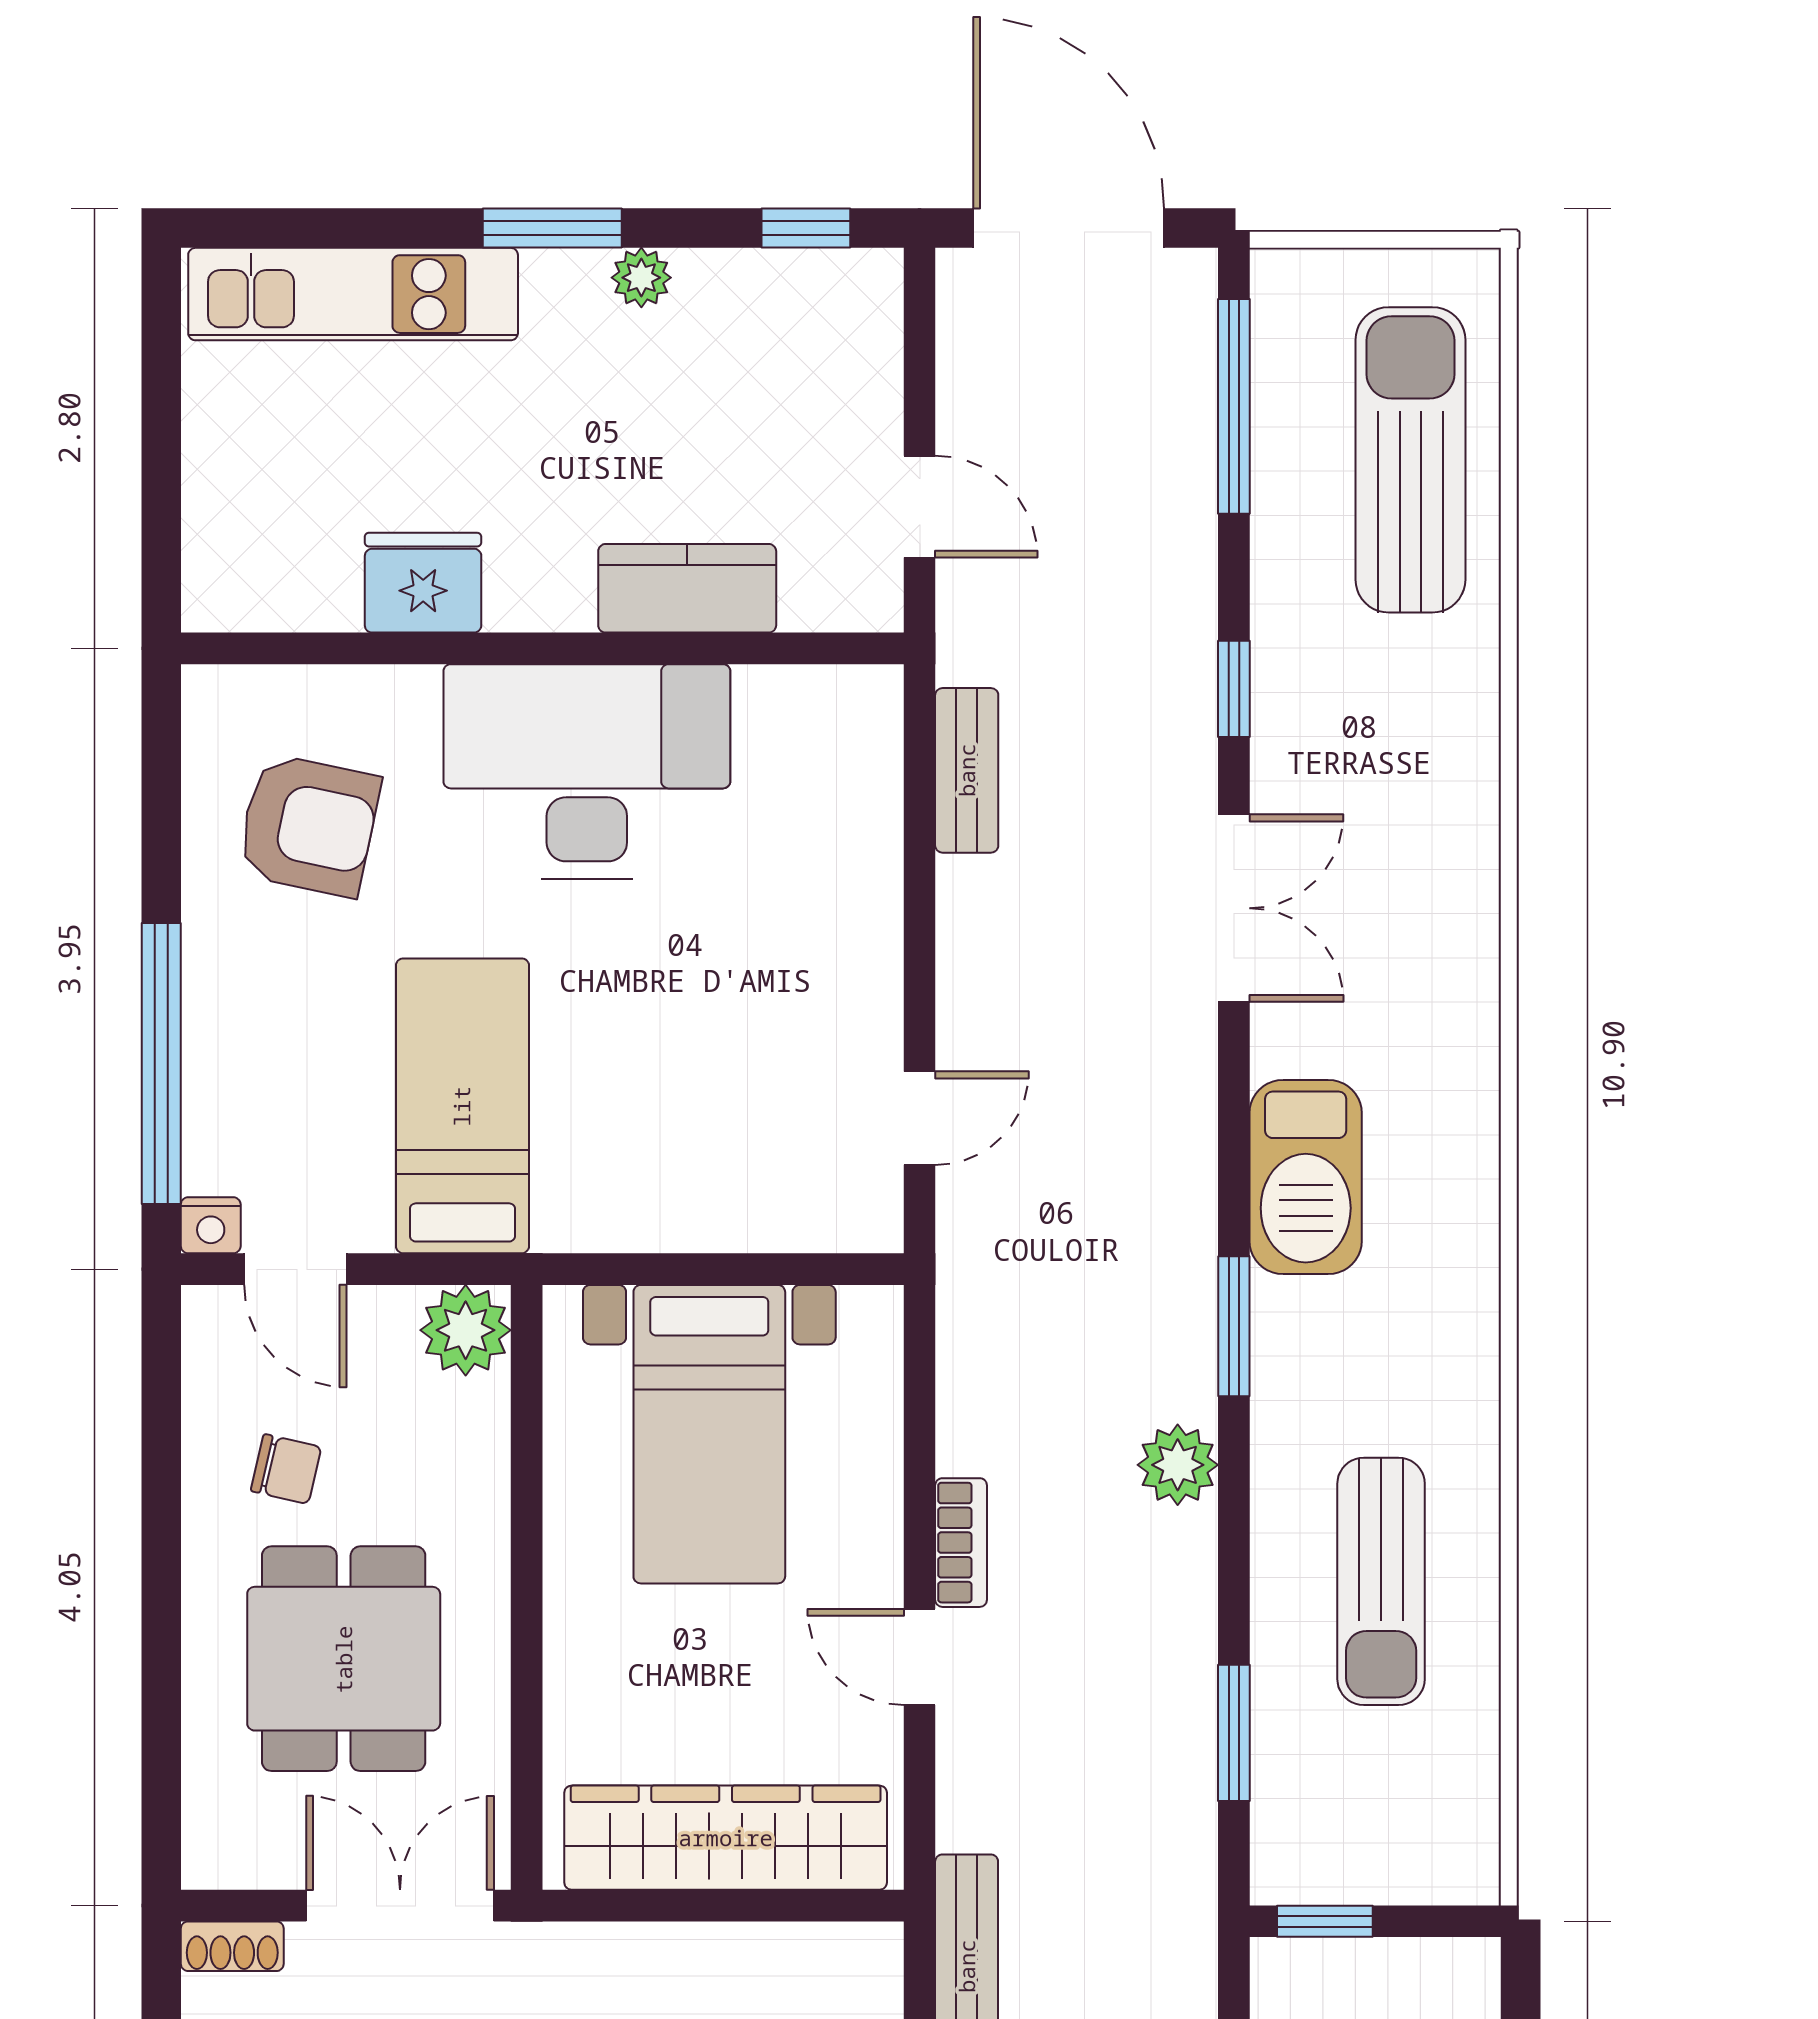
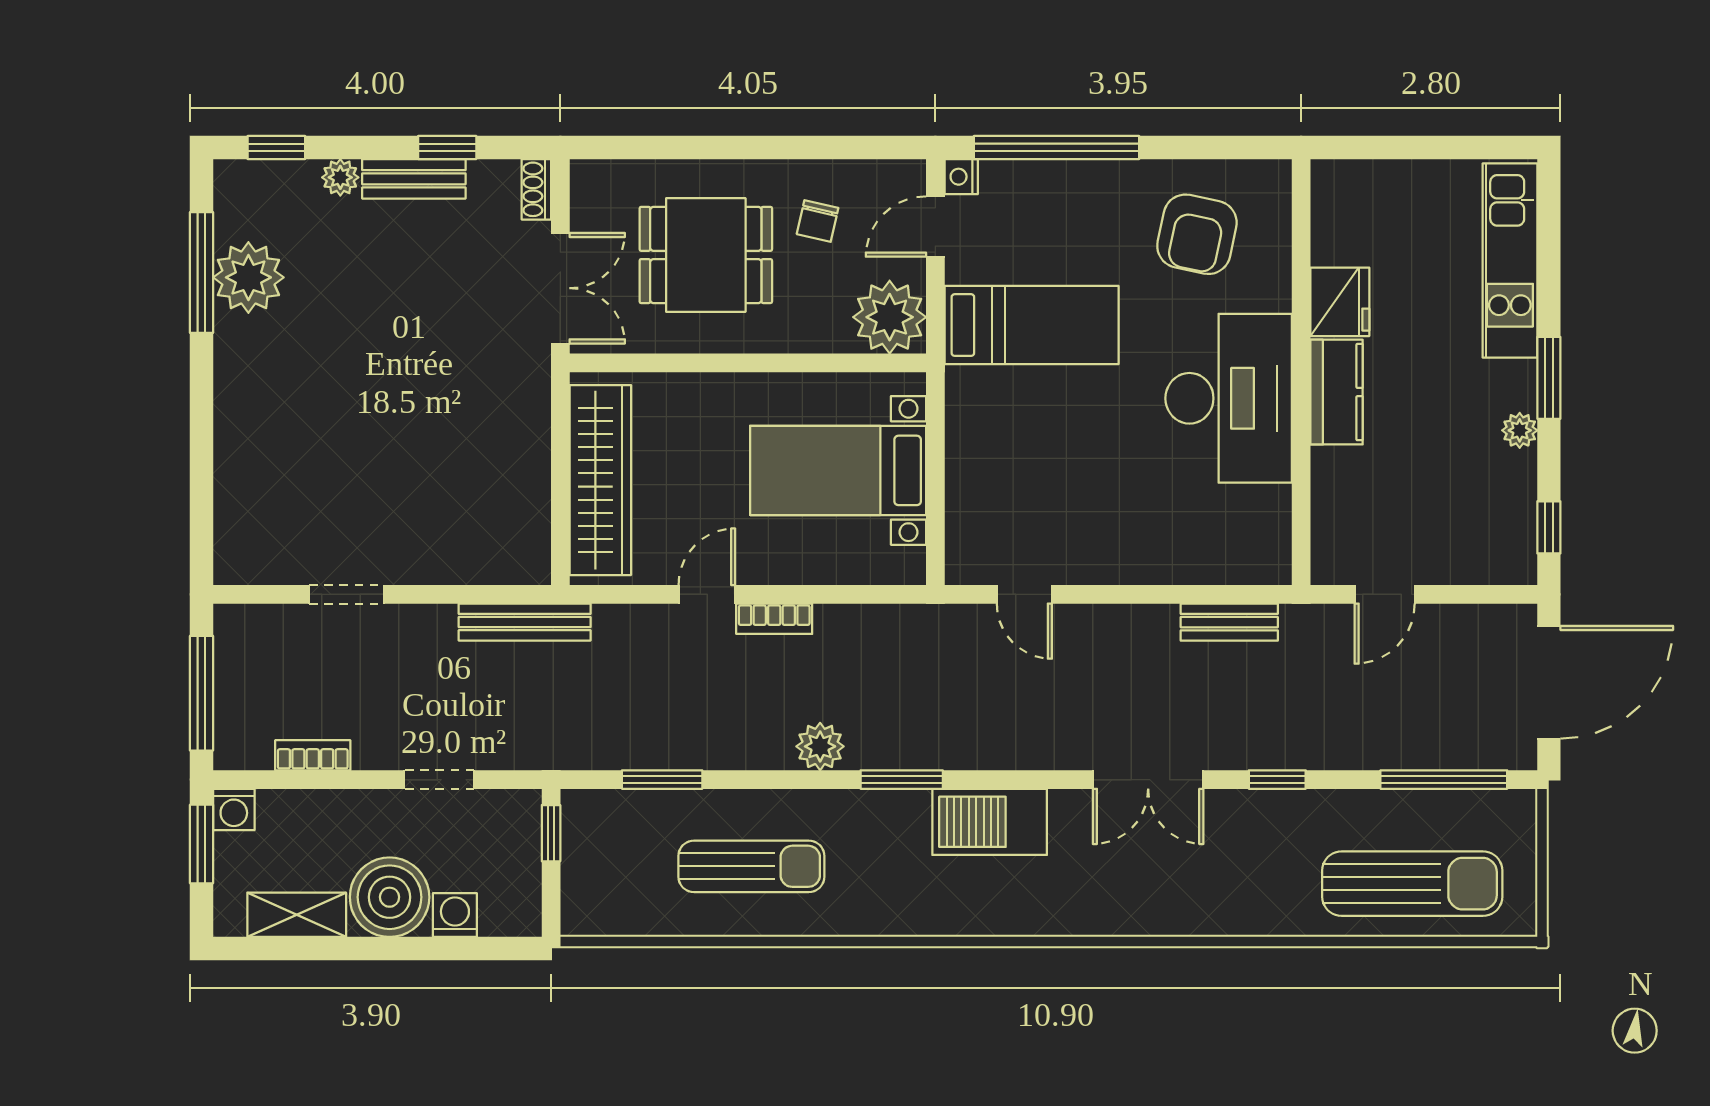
kitchen counter: (687, 588) -> (1337, 392), moved
plant: (466, 1330) -> (890, 317), width x1.36, depth x1.36
sun lounger: (1381, 1581) -> (751, 866), turned 180

